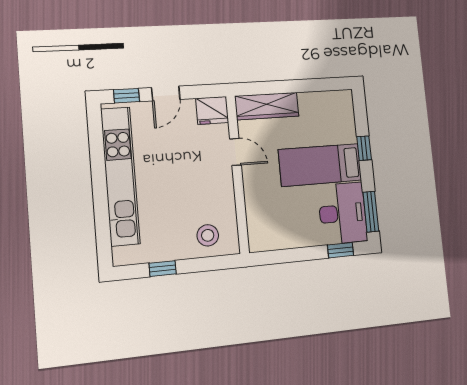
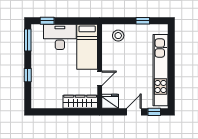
door: (235, 152) -> (100, 78), swing flipped
bed: (320, 165) -> (87, 47), moved, turned 90
desk: (343, 213) -> (60, 37), moved, turned 90

